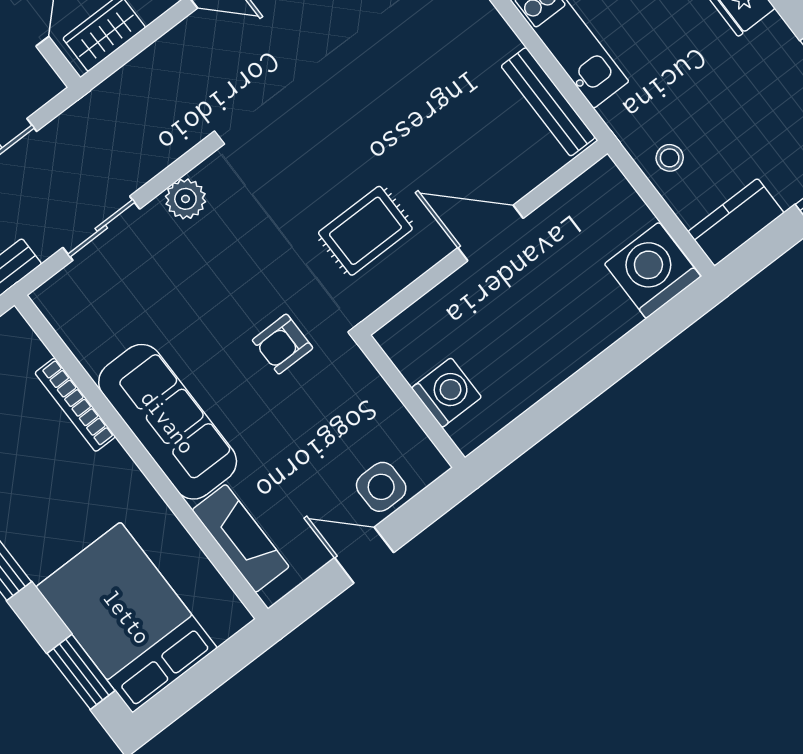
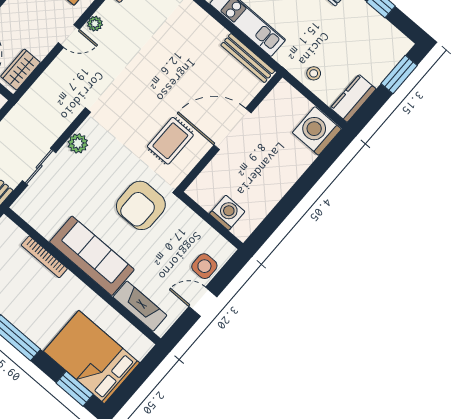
door: (490, 233) -> (233, 129), width x1.36
armchair: (283, 344) -> (141, 205), width x1.88, depth x1.88

